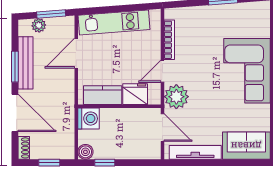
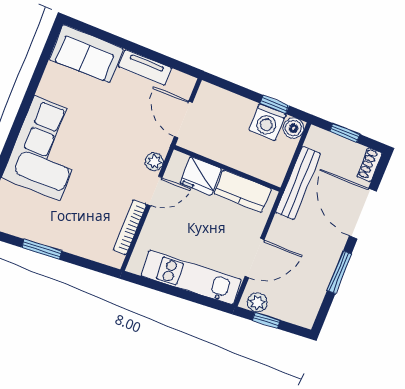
window: (51, 14) -> (266, 320), width x0.67
plant: (39, 25) -> (257, 303), moved
bench: (26, 63) -> (298, 183), moved
plant: (176, 97) -> (154, 162), width x0.53, depth x0.53
washing machine: (88, 119) -> (267, 122), moved, turned -90
tv unit: (195, 152) -> (145, 67), width x0.71

